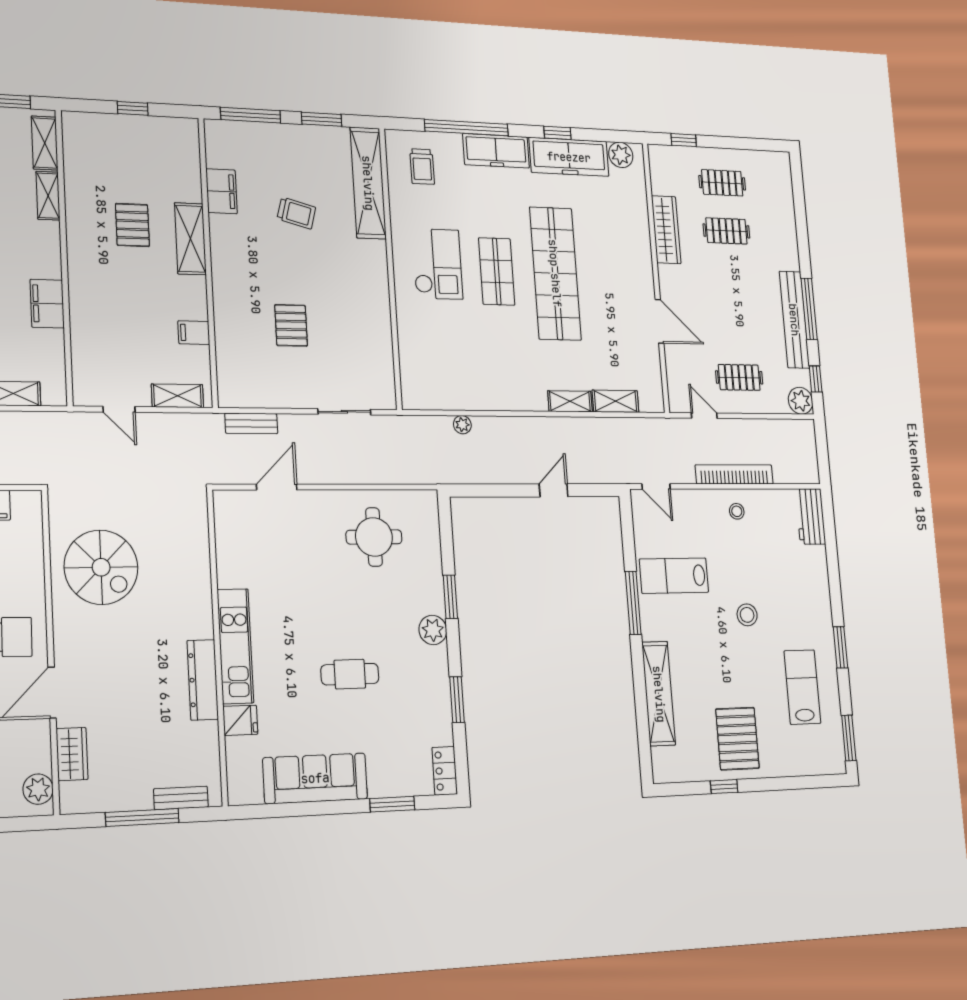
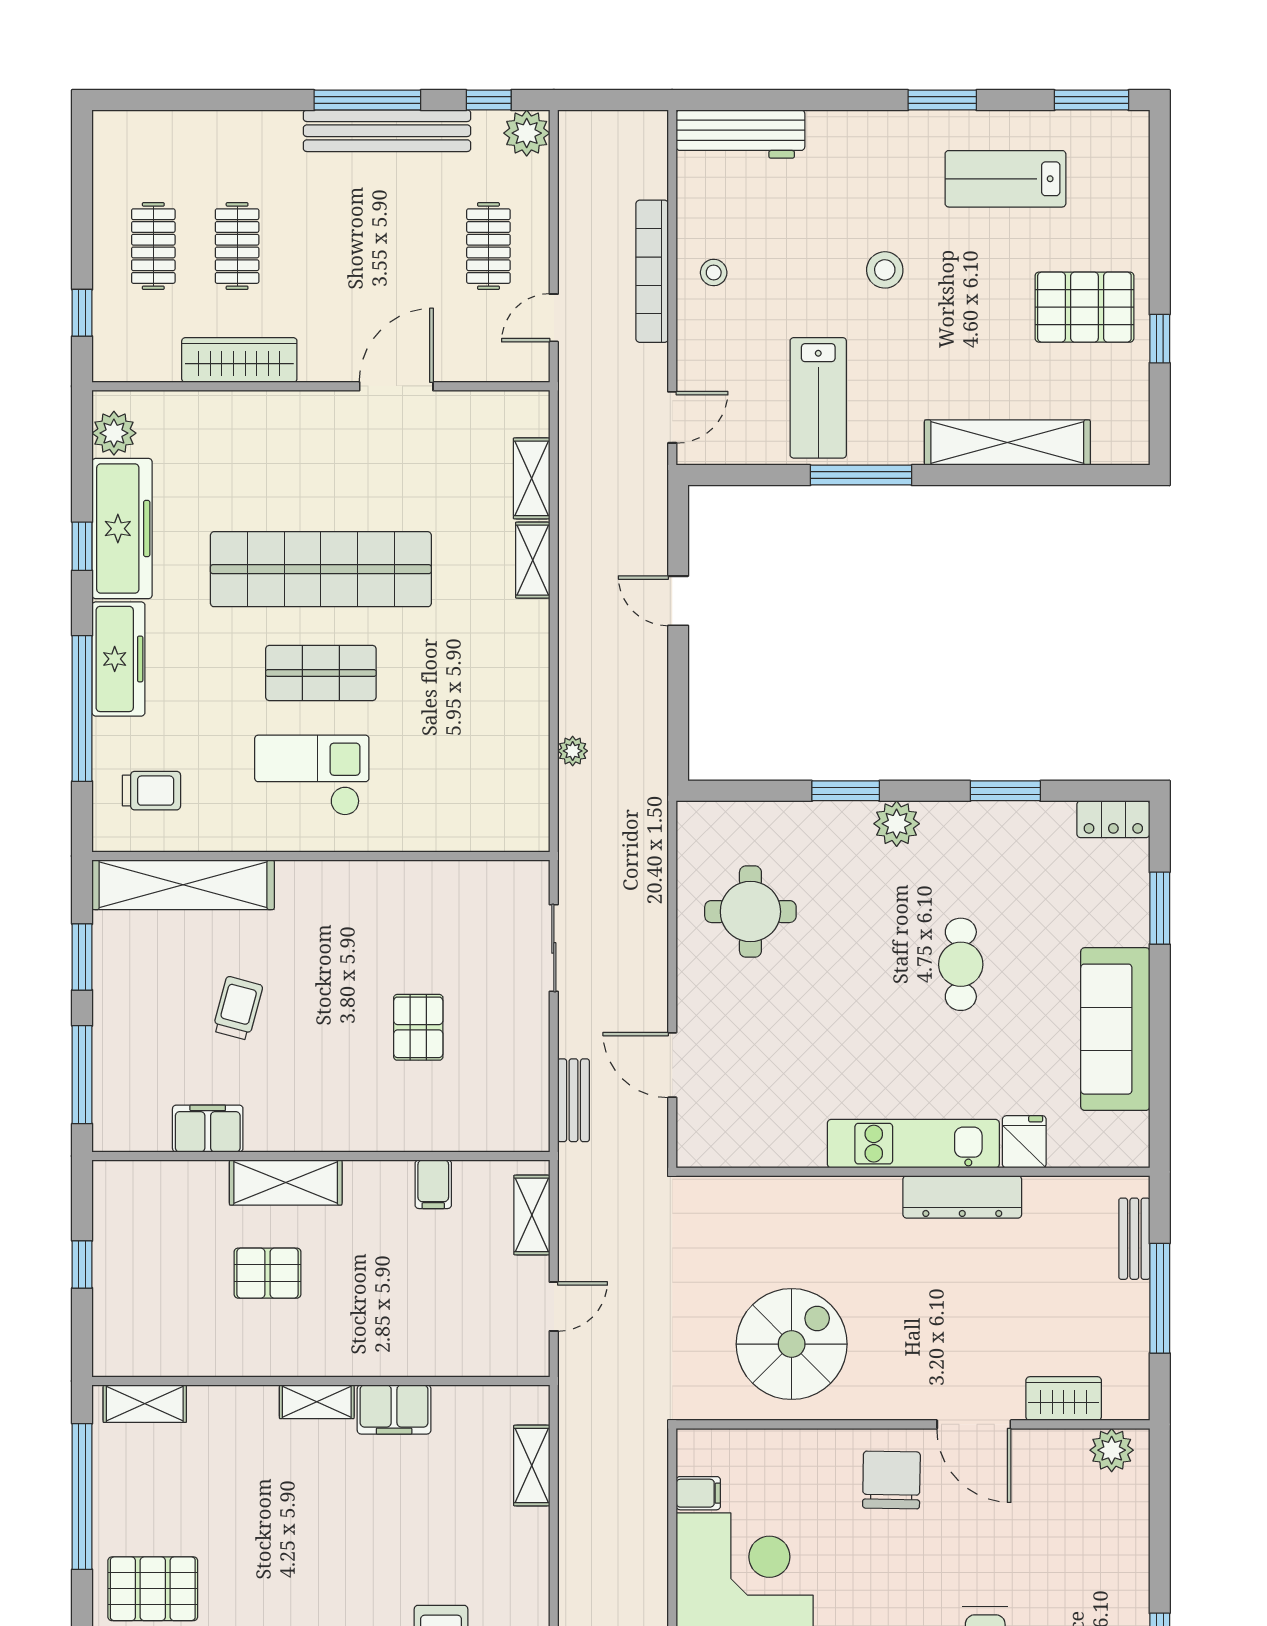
shelving: (48, 196) -> (317, 1402), moved
pallet: (291, 325) -> (418, 1027), turned 90
workbench: (811, 516) -> (740, 134), width x1.38

